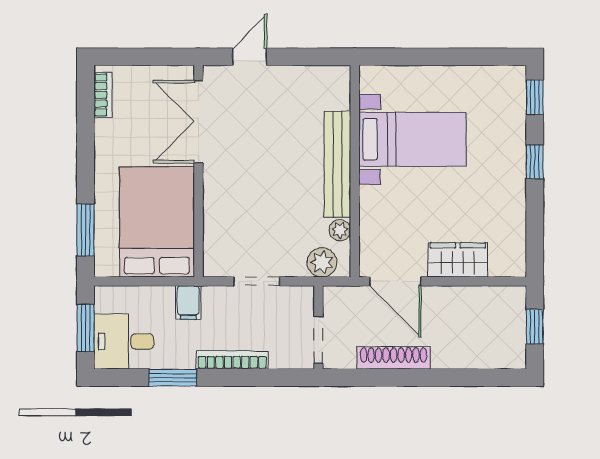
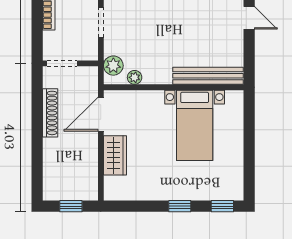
bench: (337, 164) -> (208, 76), moved

